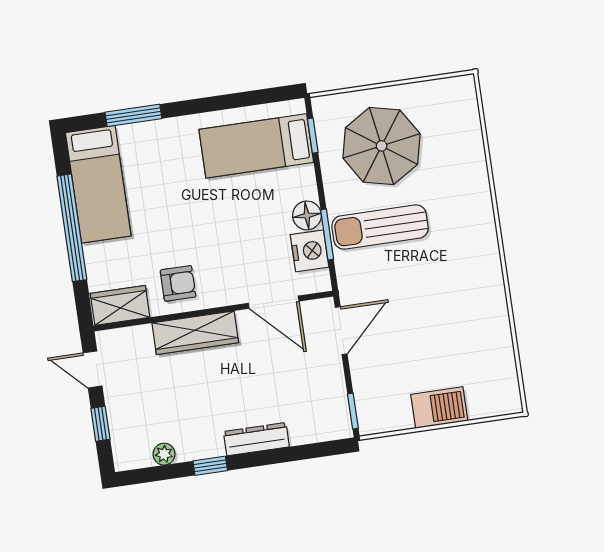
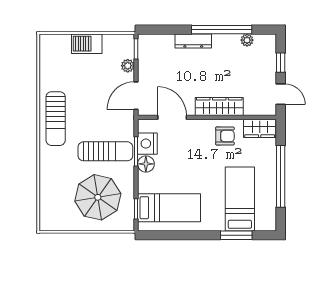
bed: (98, 184) -> (240, 199), moved
sun lounger: (474, 271) -> (56, 119), added
armchair: (178, 283) -> (225, 136), turned 180
plant: (363, 380) -> (128, 66), added
window: (210, 466) -> (222, 30), width x3.17

